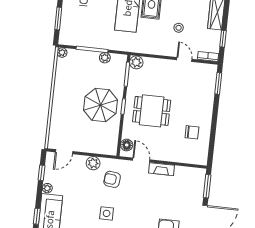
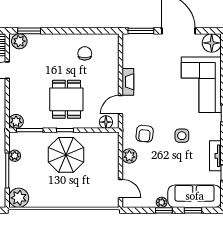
plant: (62, 53) -> (19, 198), width x1.88, depth x1.88
plant: (210, 73) -> (19, 41), added
window: (42, 173) -> (164, 210), moved

